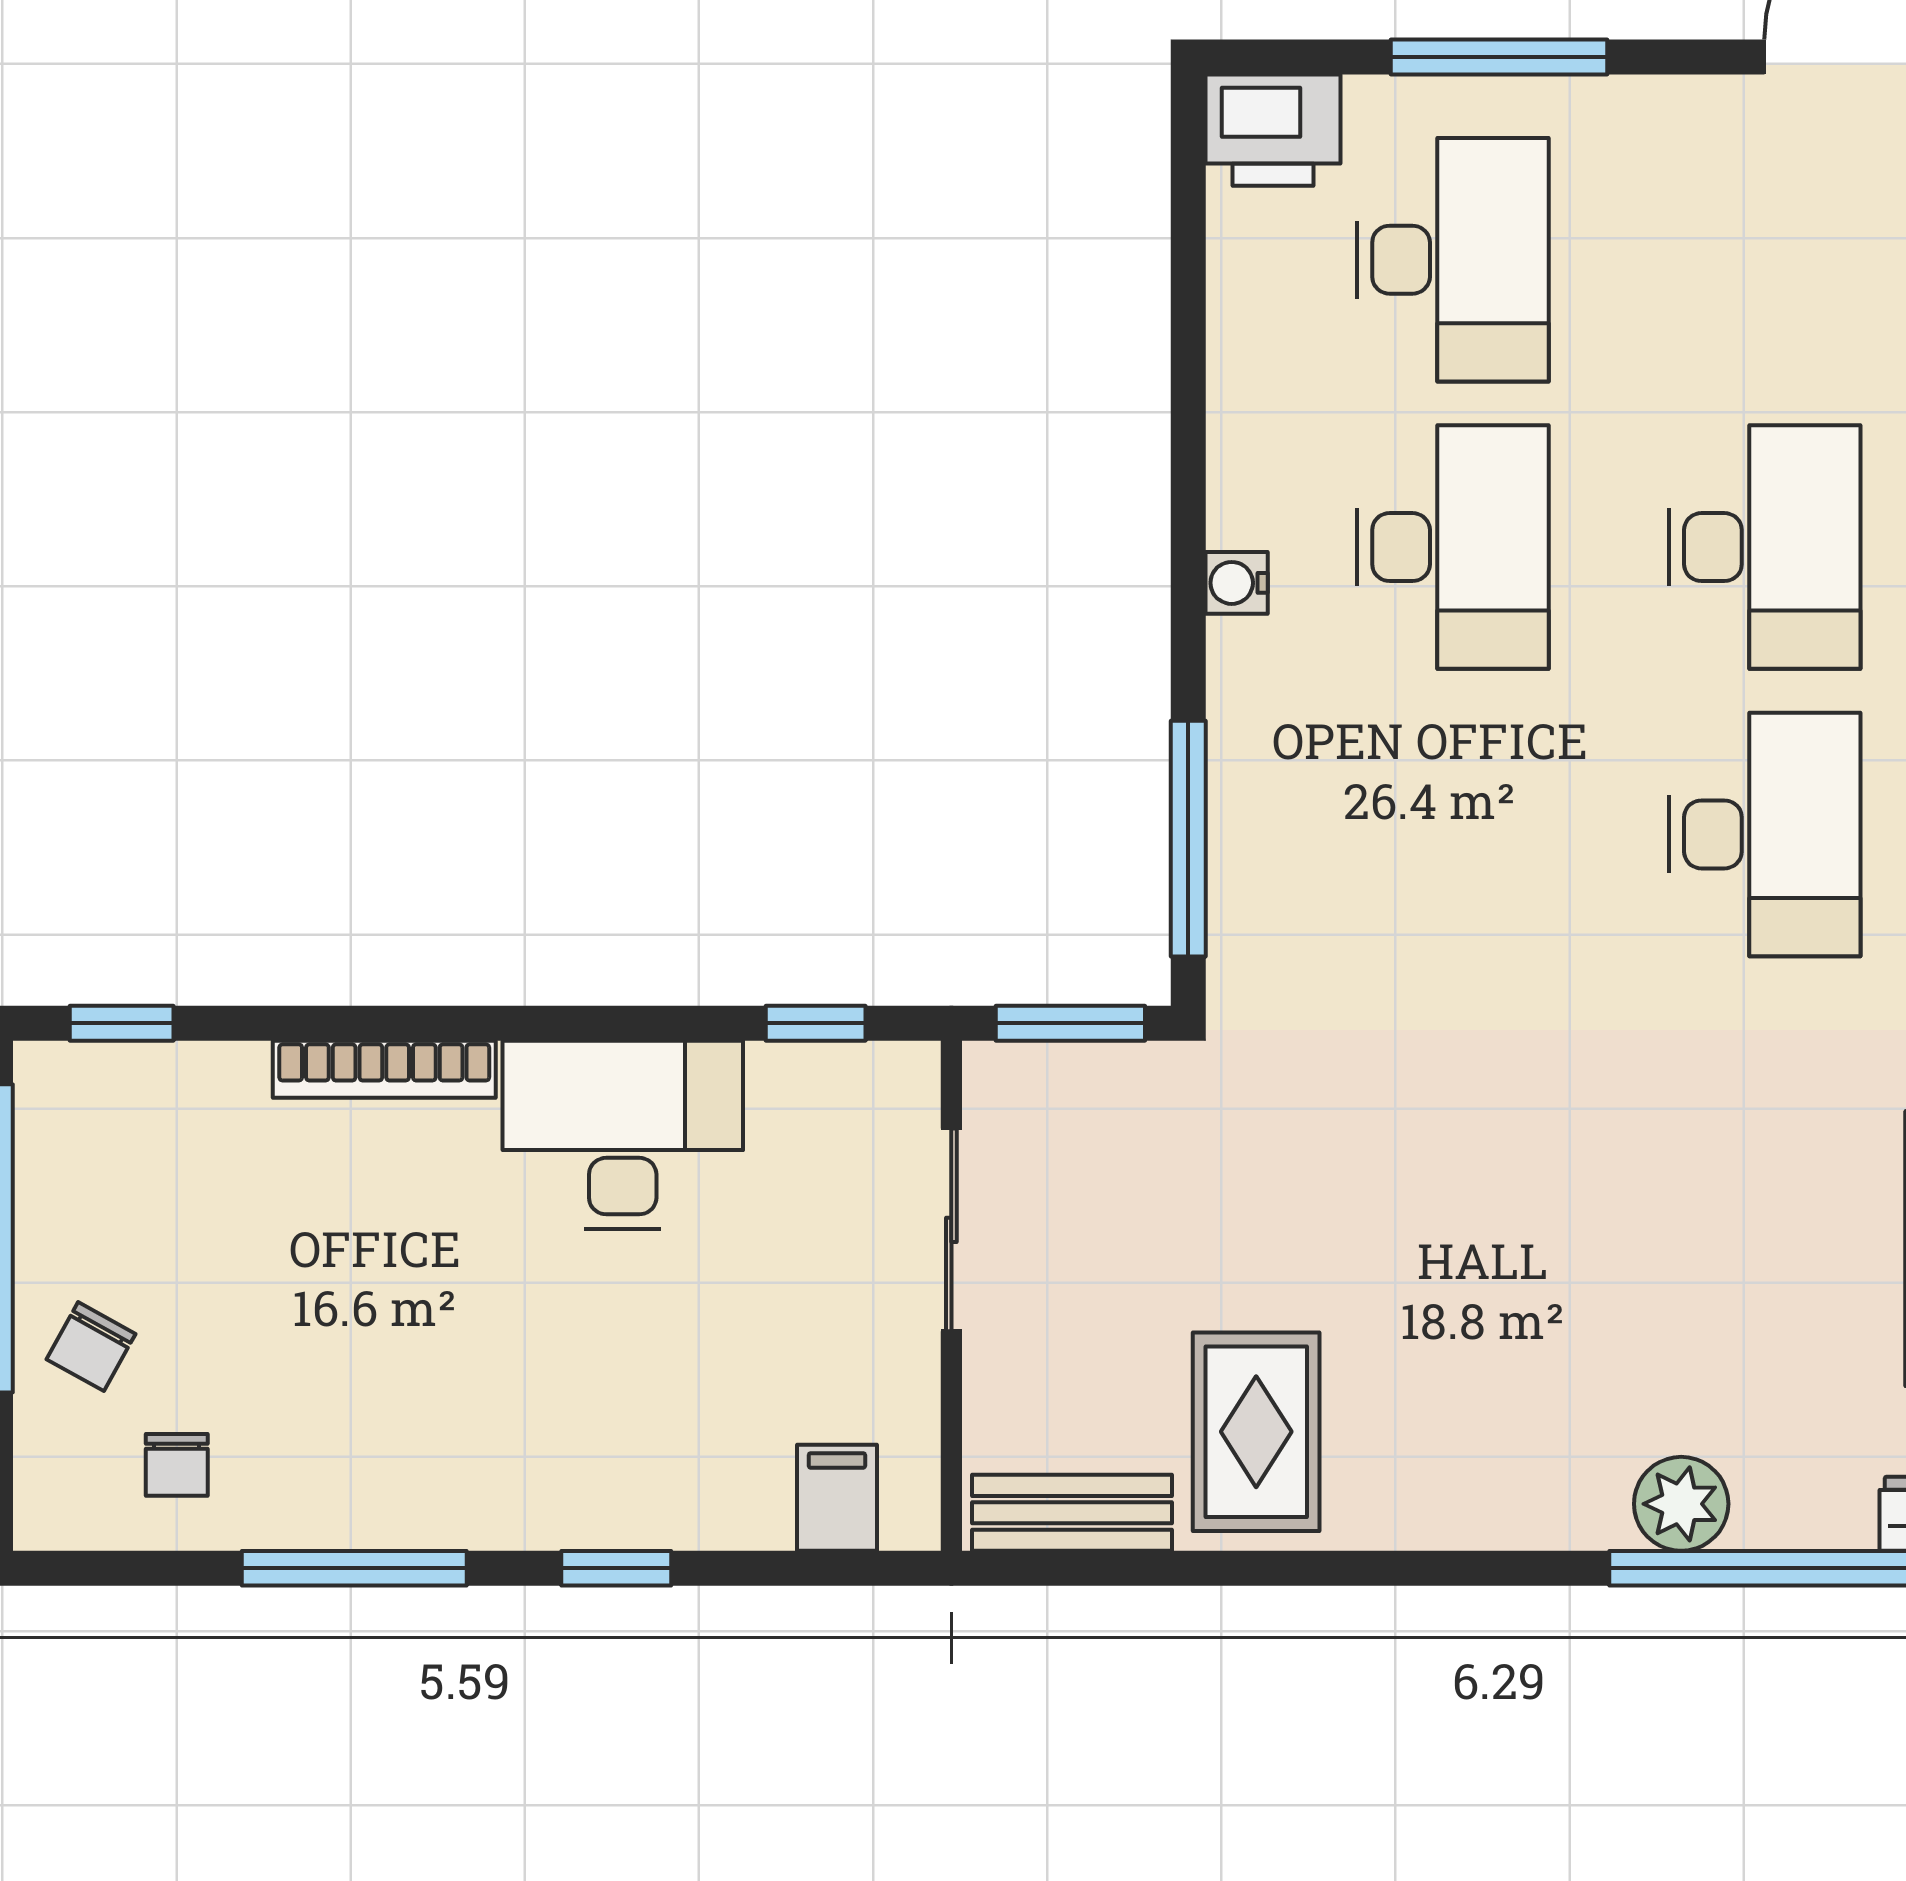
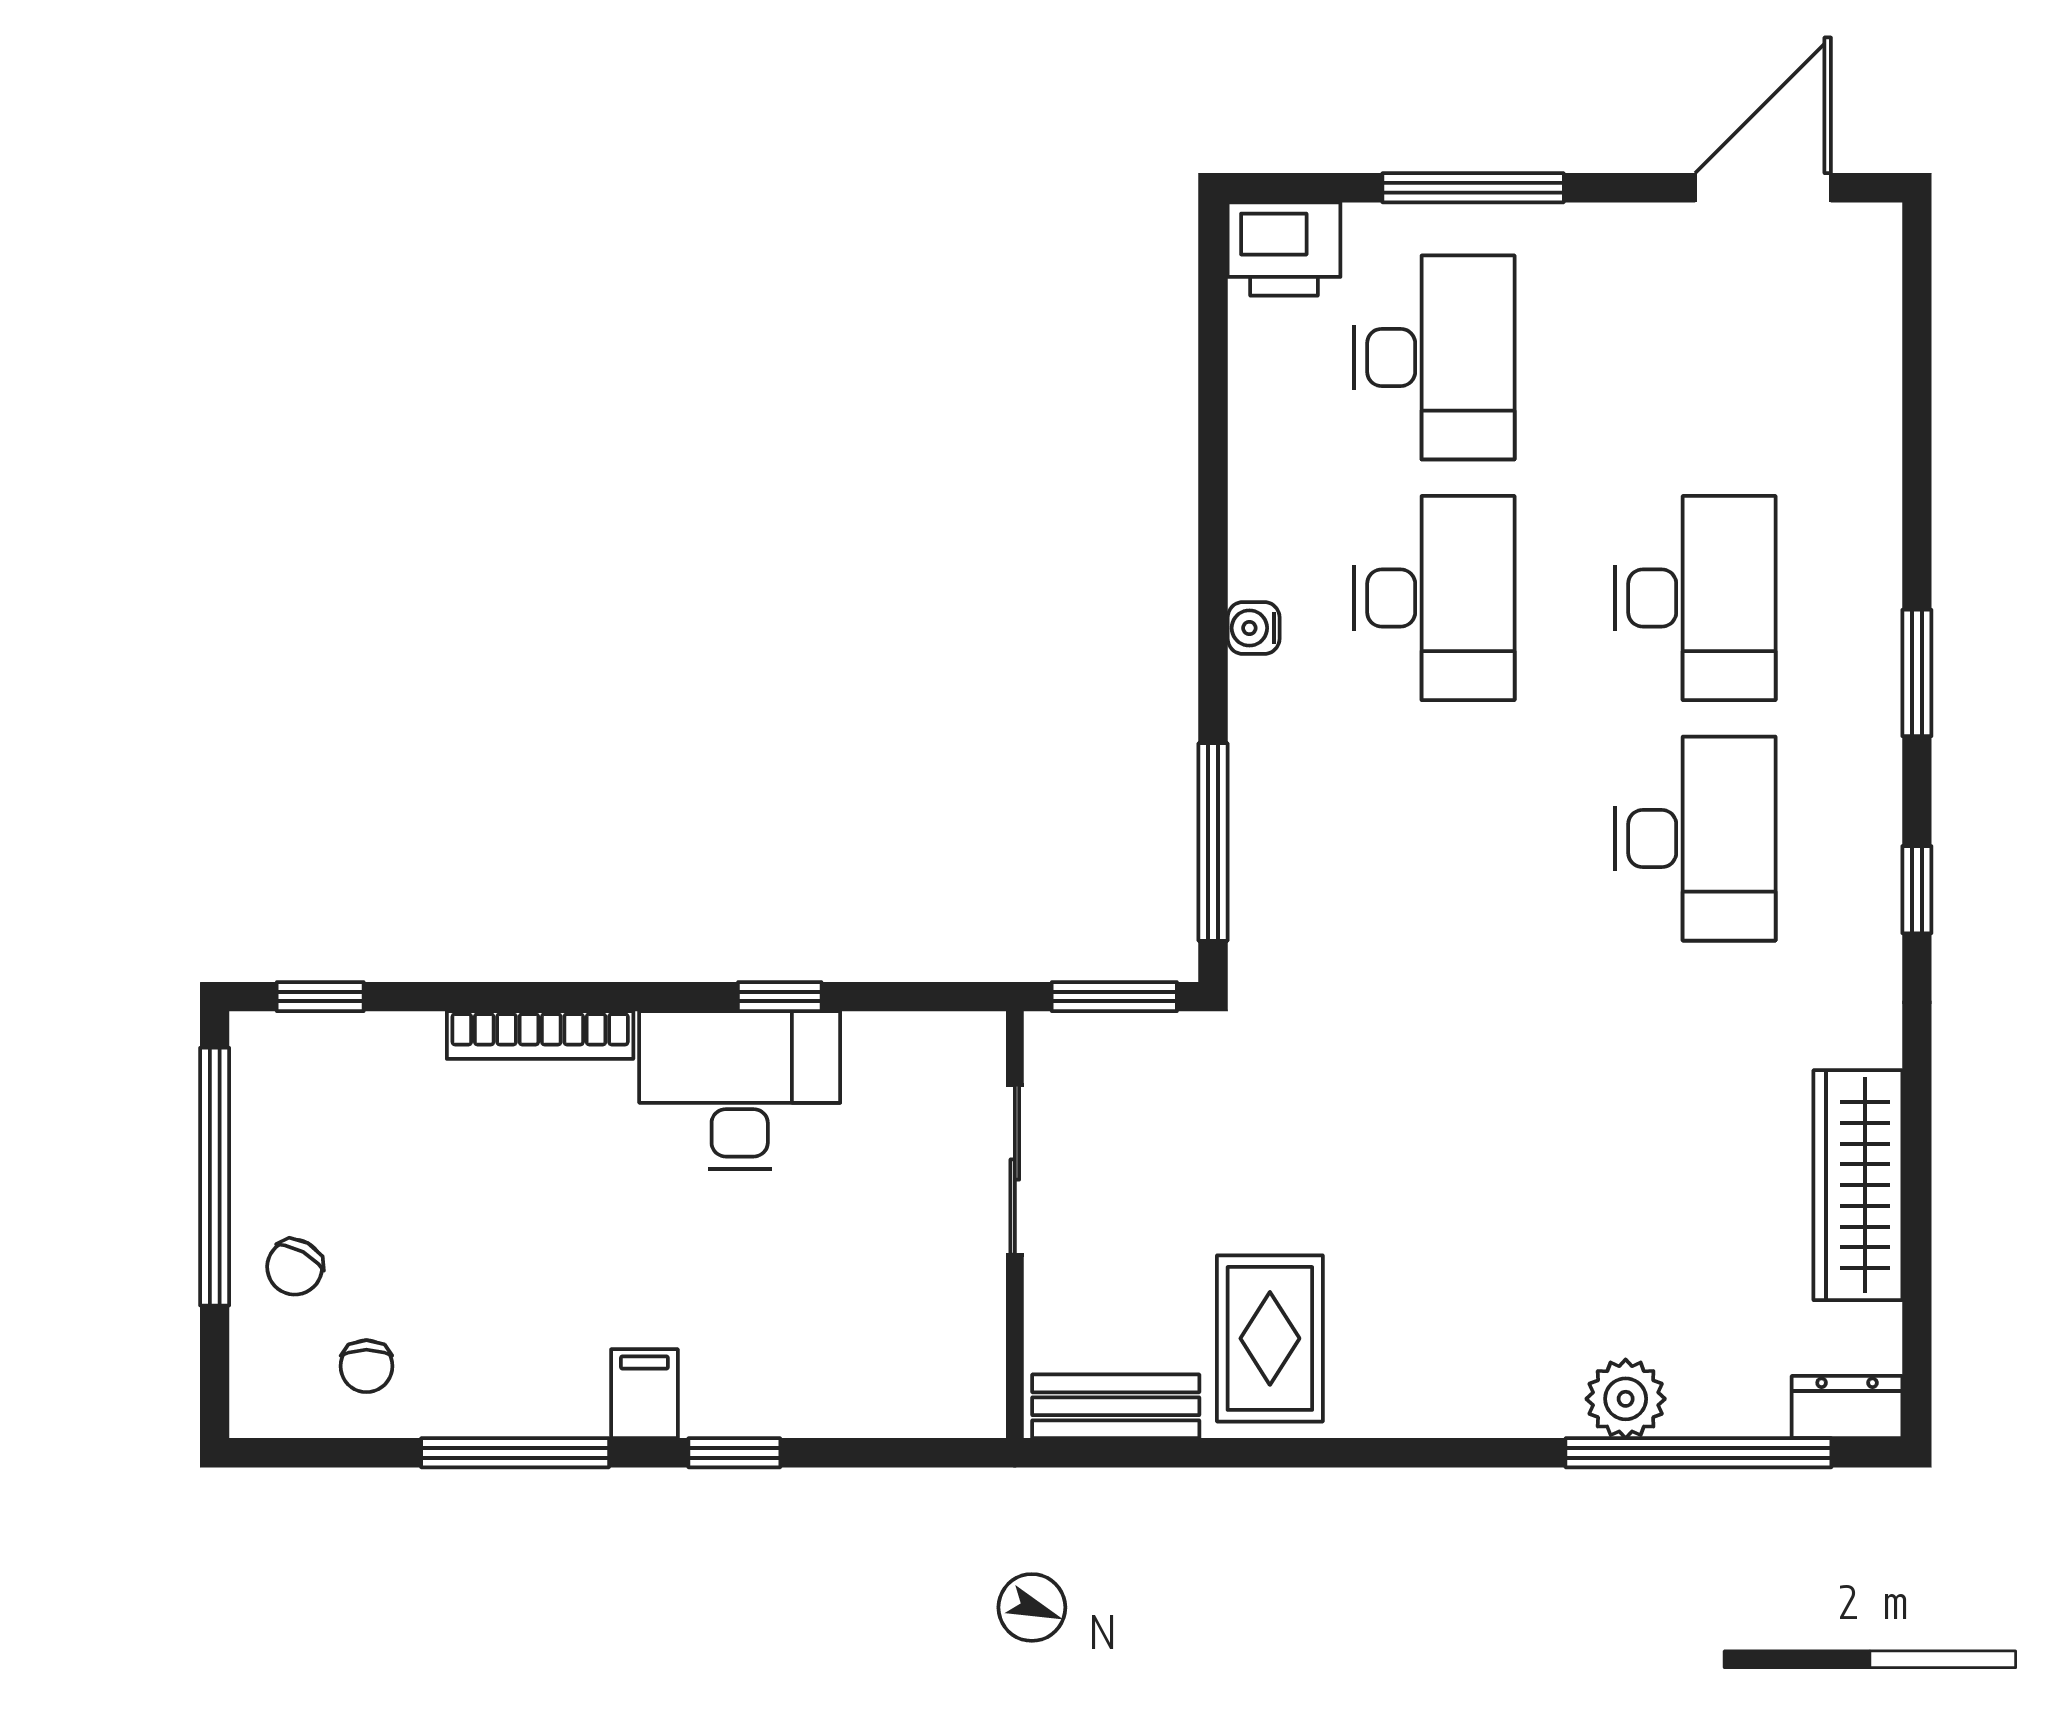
window: (816, 1023) -> (780, 997), moved
filing cabinet: (837, 1498) -> (644, 1394), moved

